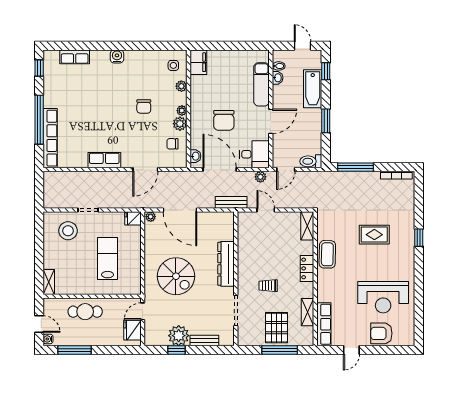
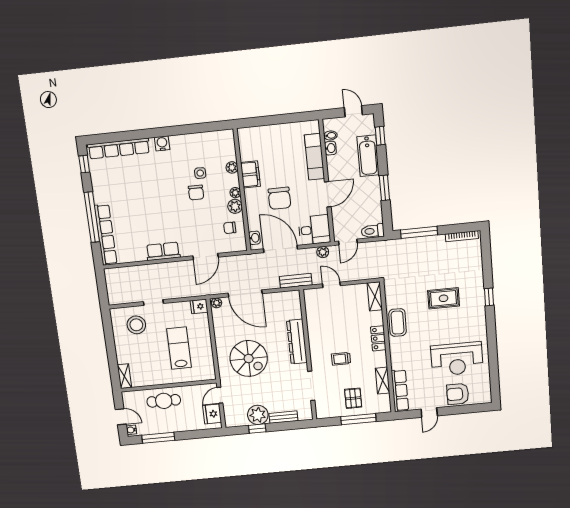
row of seats: (75, 57) -> (119, 148), width x2.02
filing cabinet: (198, 62) -> (250, 174), moved
side table: (173, 65) -> (200, 173), moved
pallet: (276, 328) -> (353, 398), width x0.67, depth x0.71

